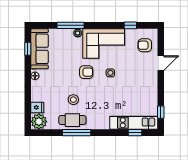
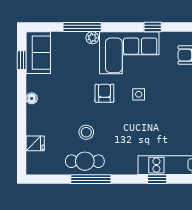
window: (130, 25) -> (153, 27), moved
sofa: (40, 49) -> (38, 53), width x0.73
armchair: (86, 72) -> (104, 93), turned -90
plant: (39, 122) -> (37, 163), removed
window: (135, 133) -> (157, 179), moved

